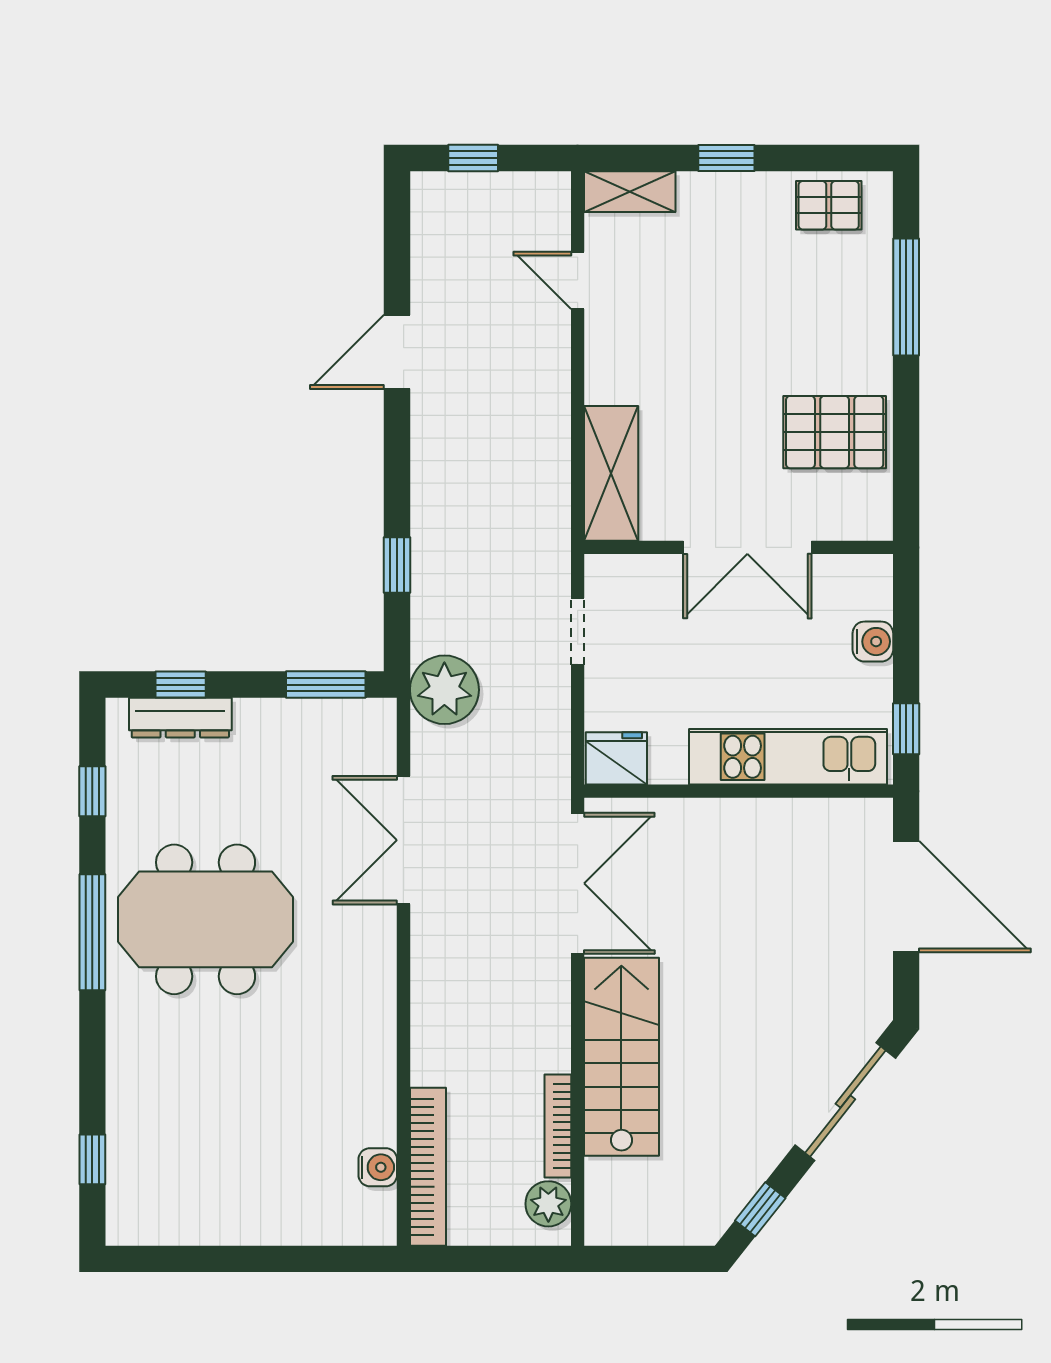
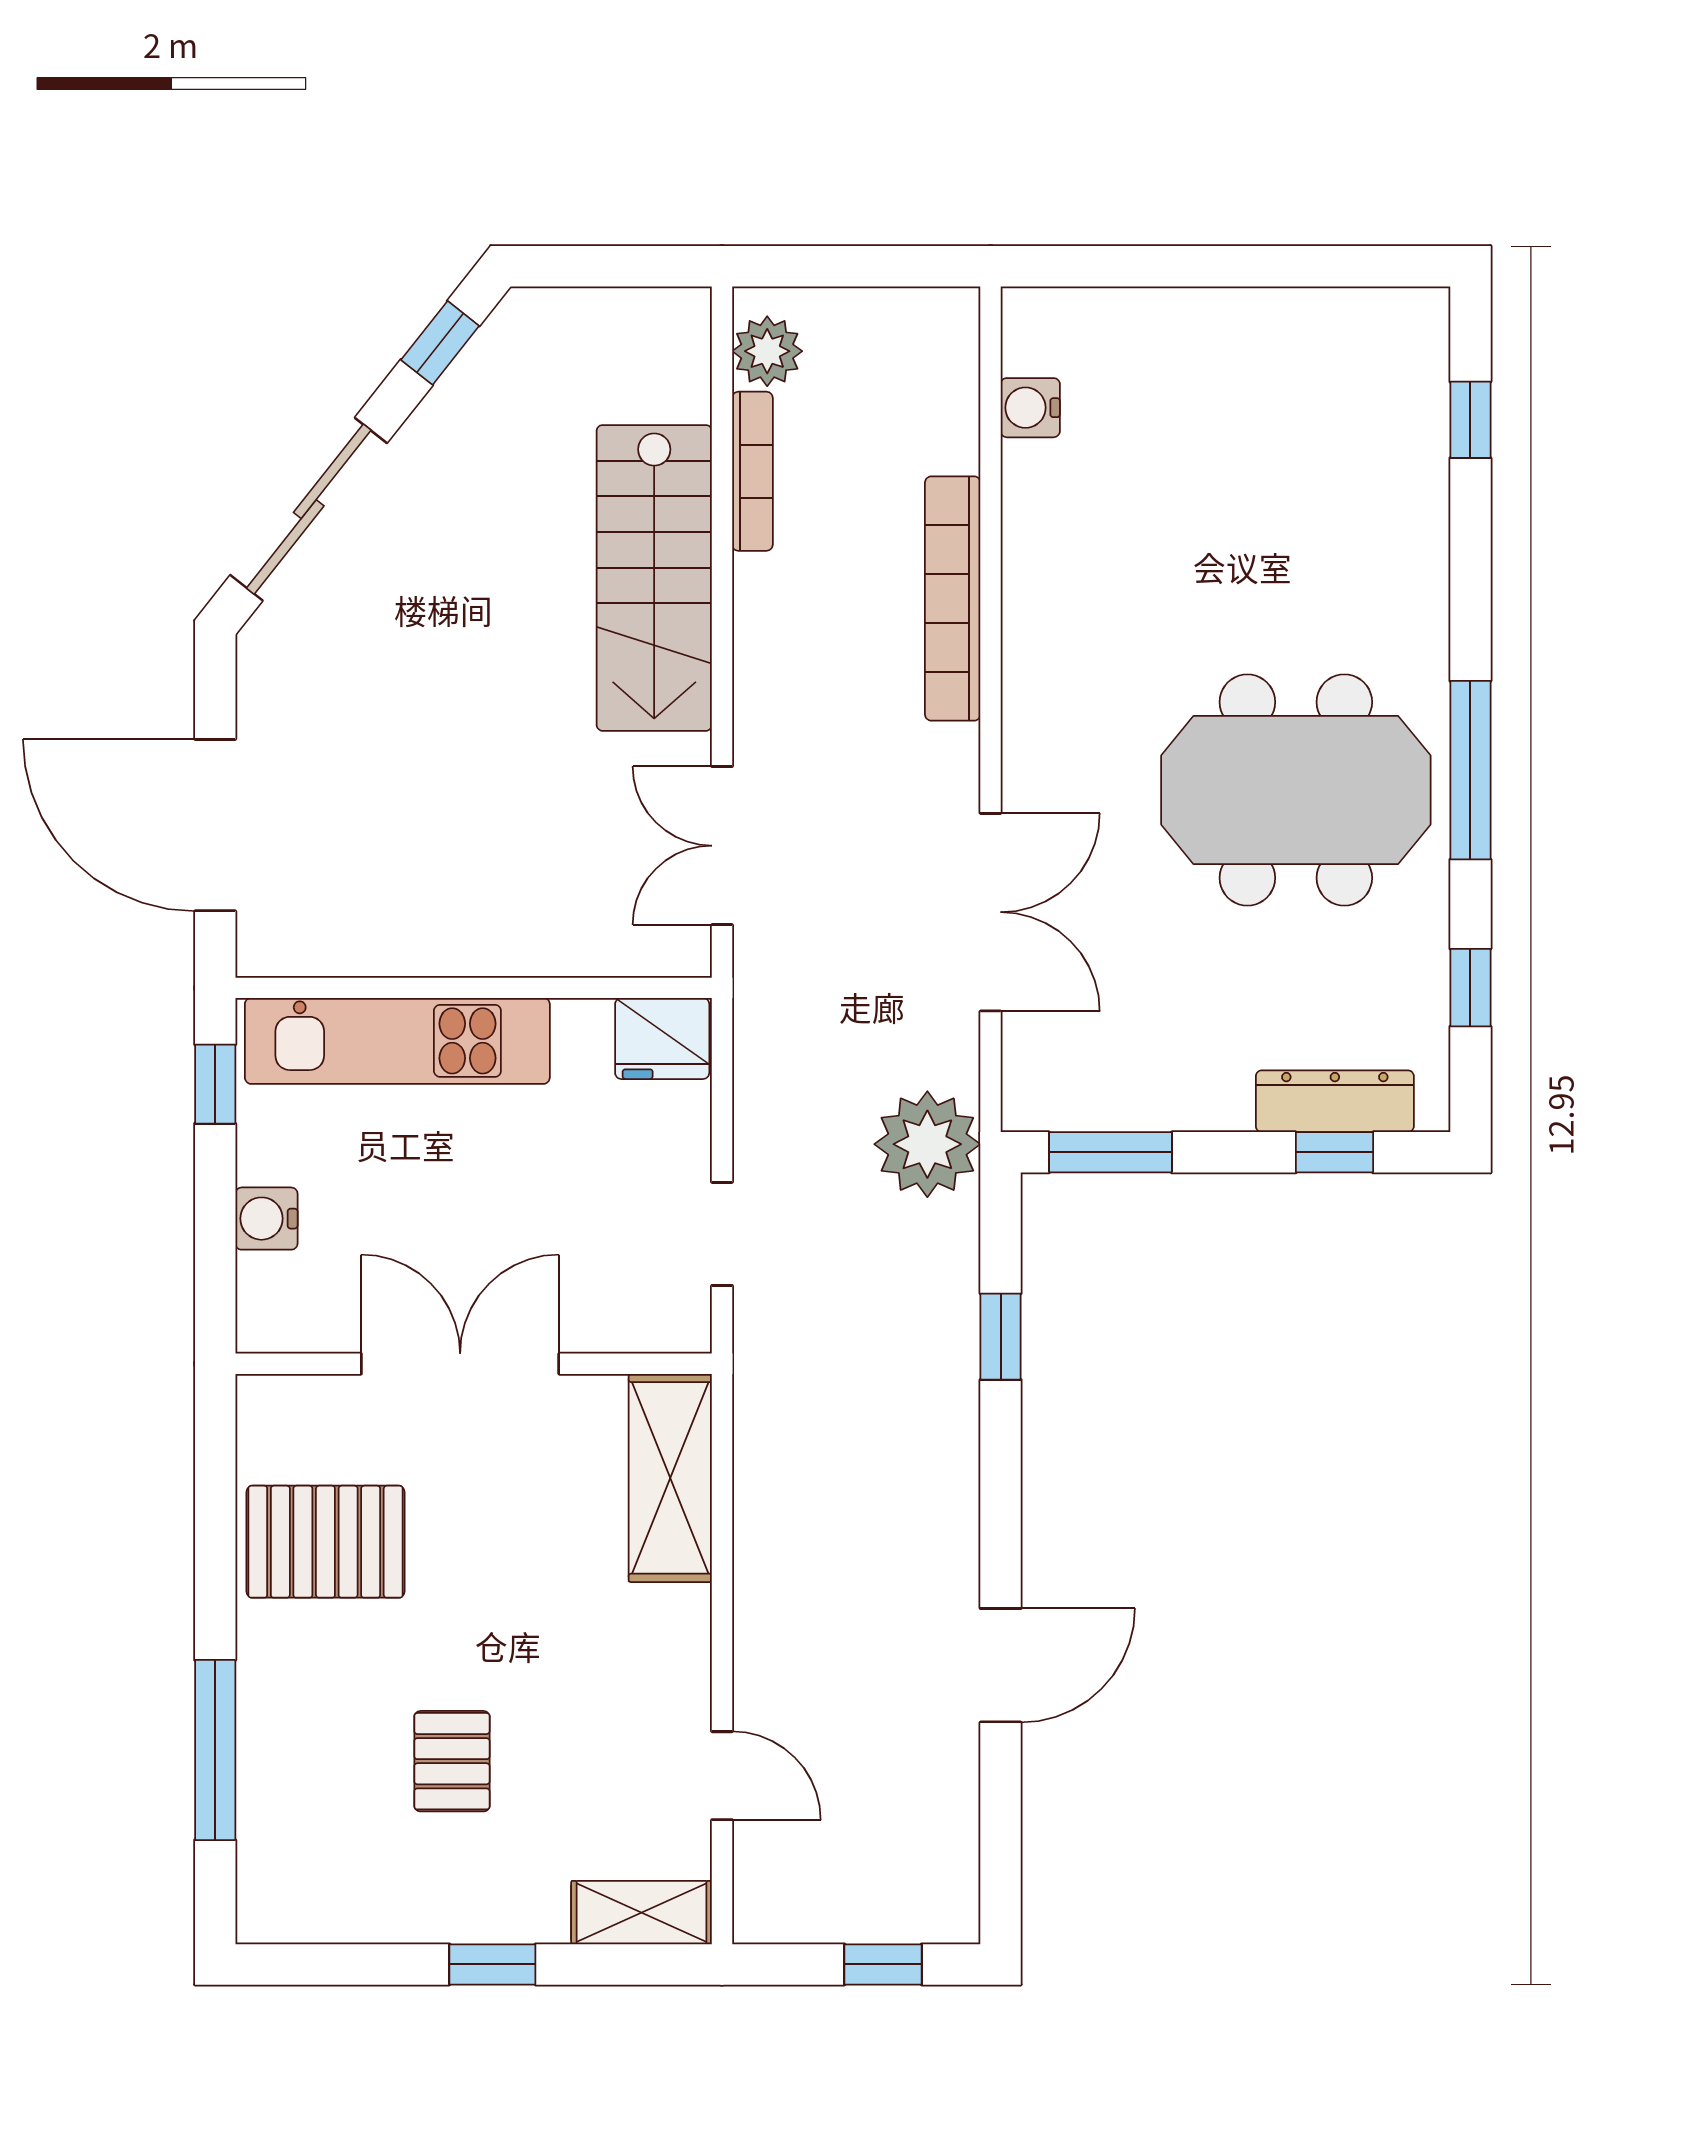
pallet: (829, 205) -> (452, 1761), moved, turned 90
double door: (578, 883) -> (722, 846), width x0.73
bookcase: (428, 1167) -> (953, 599), moved

